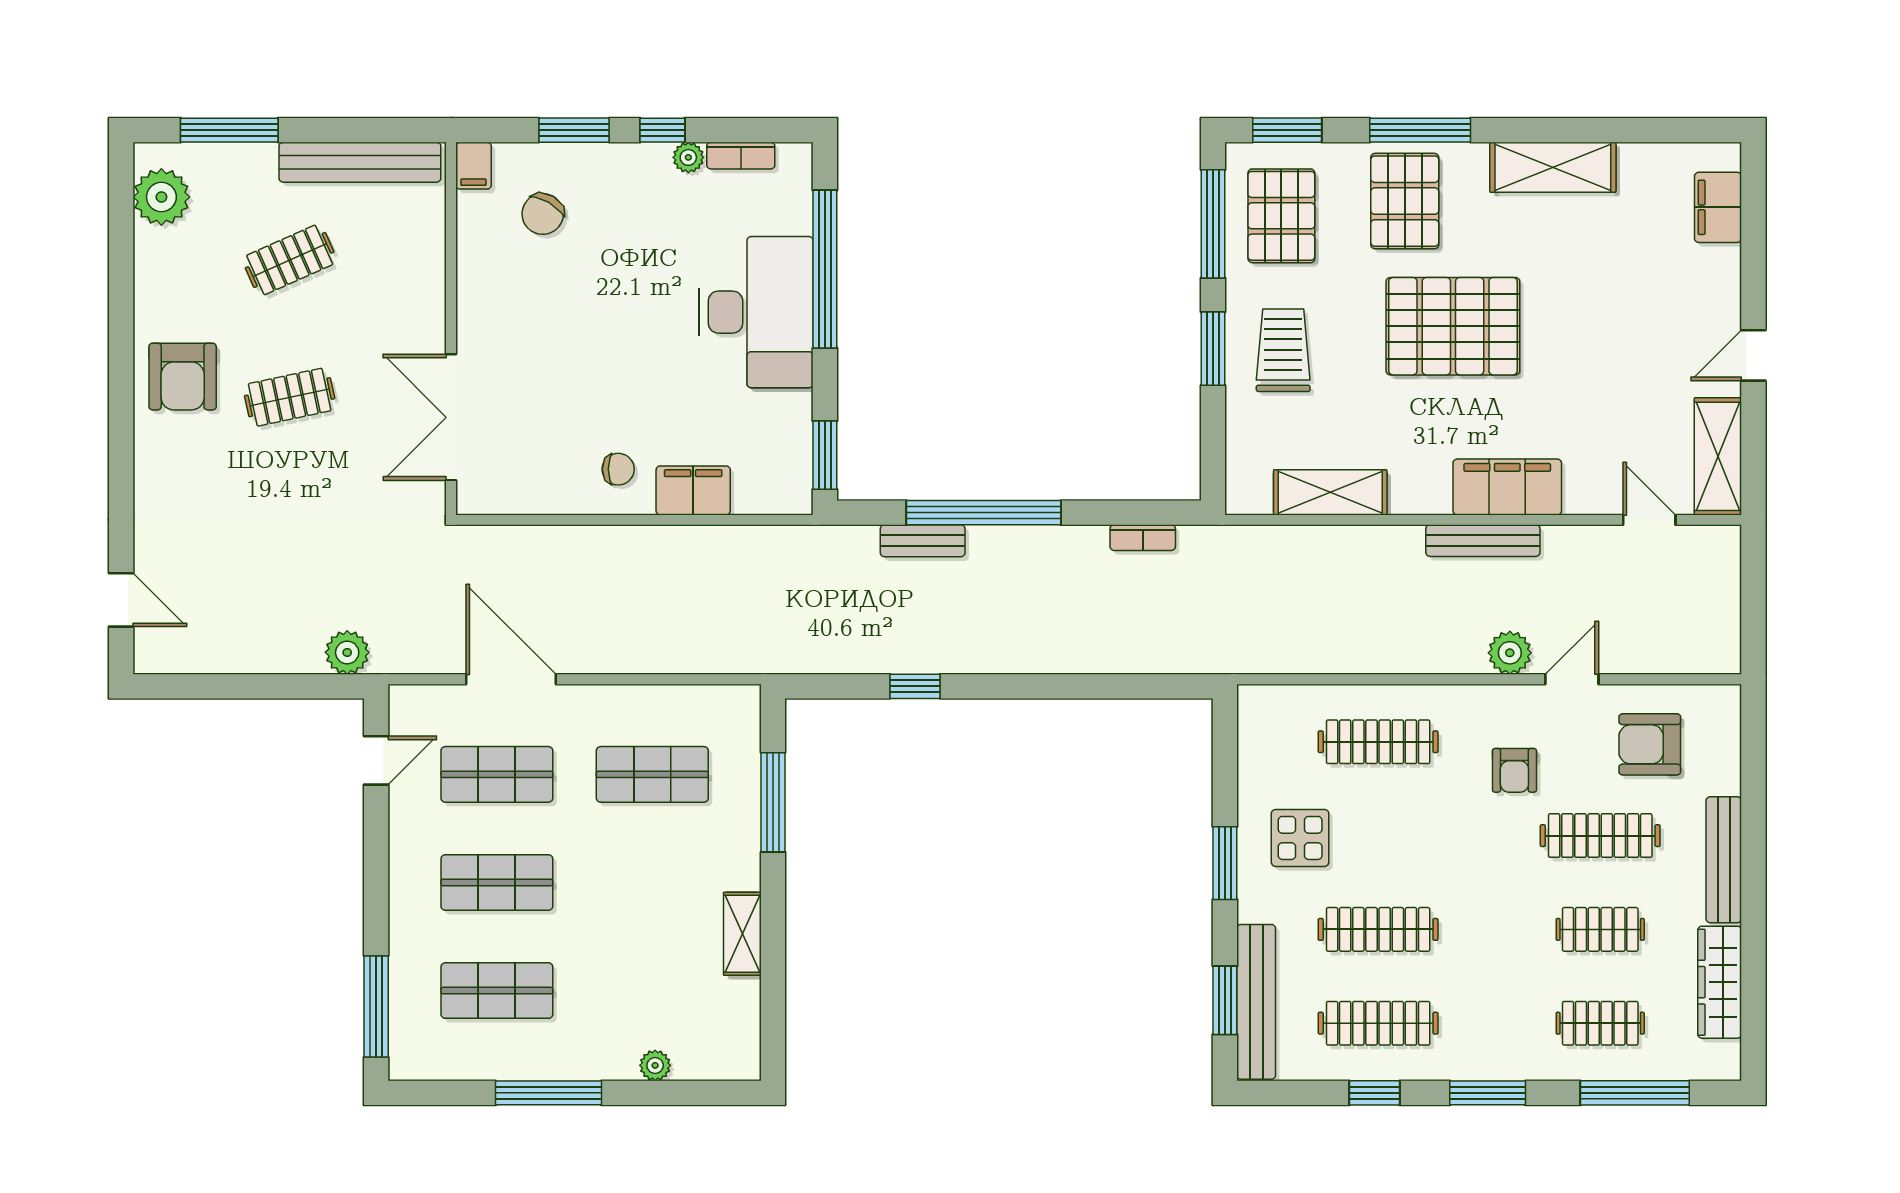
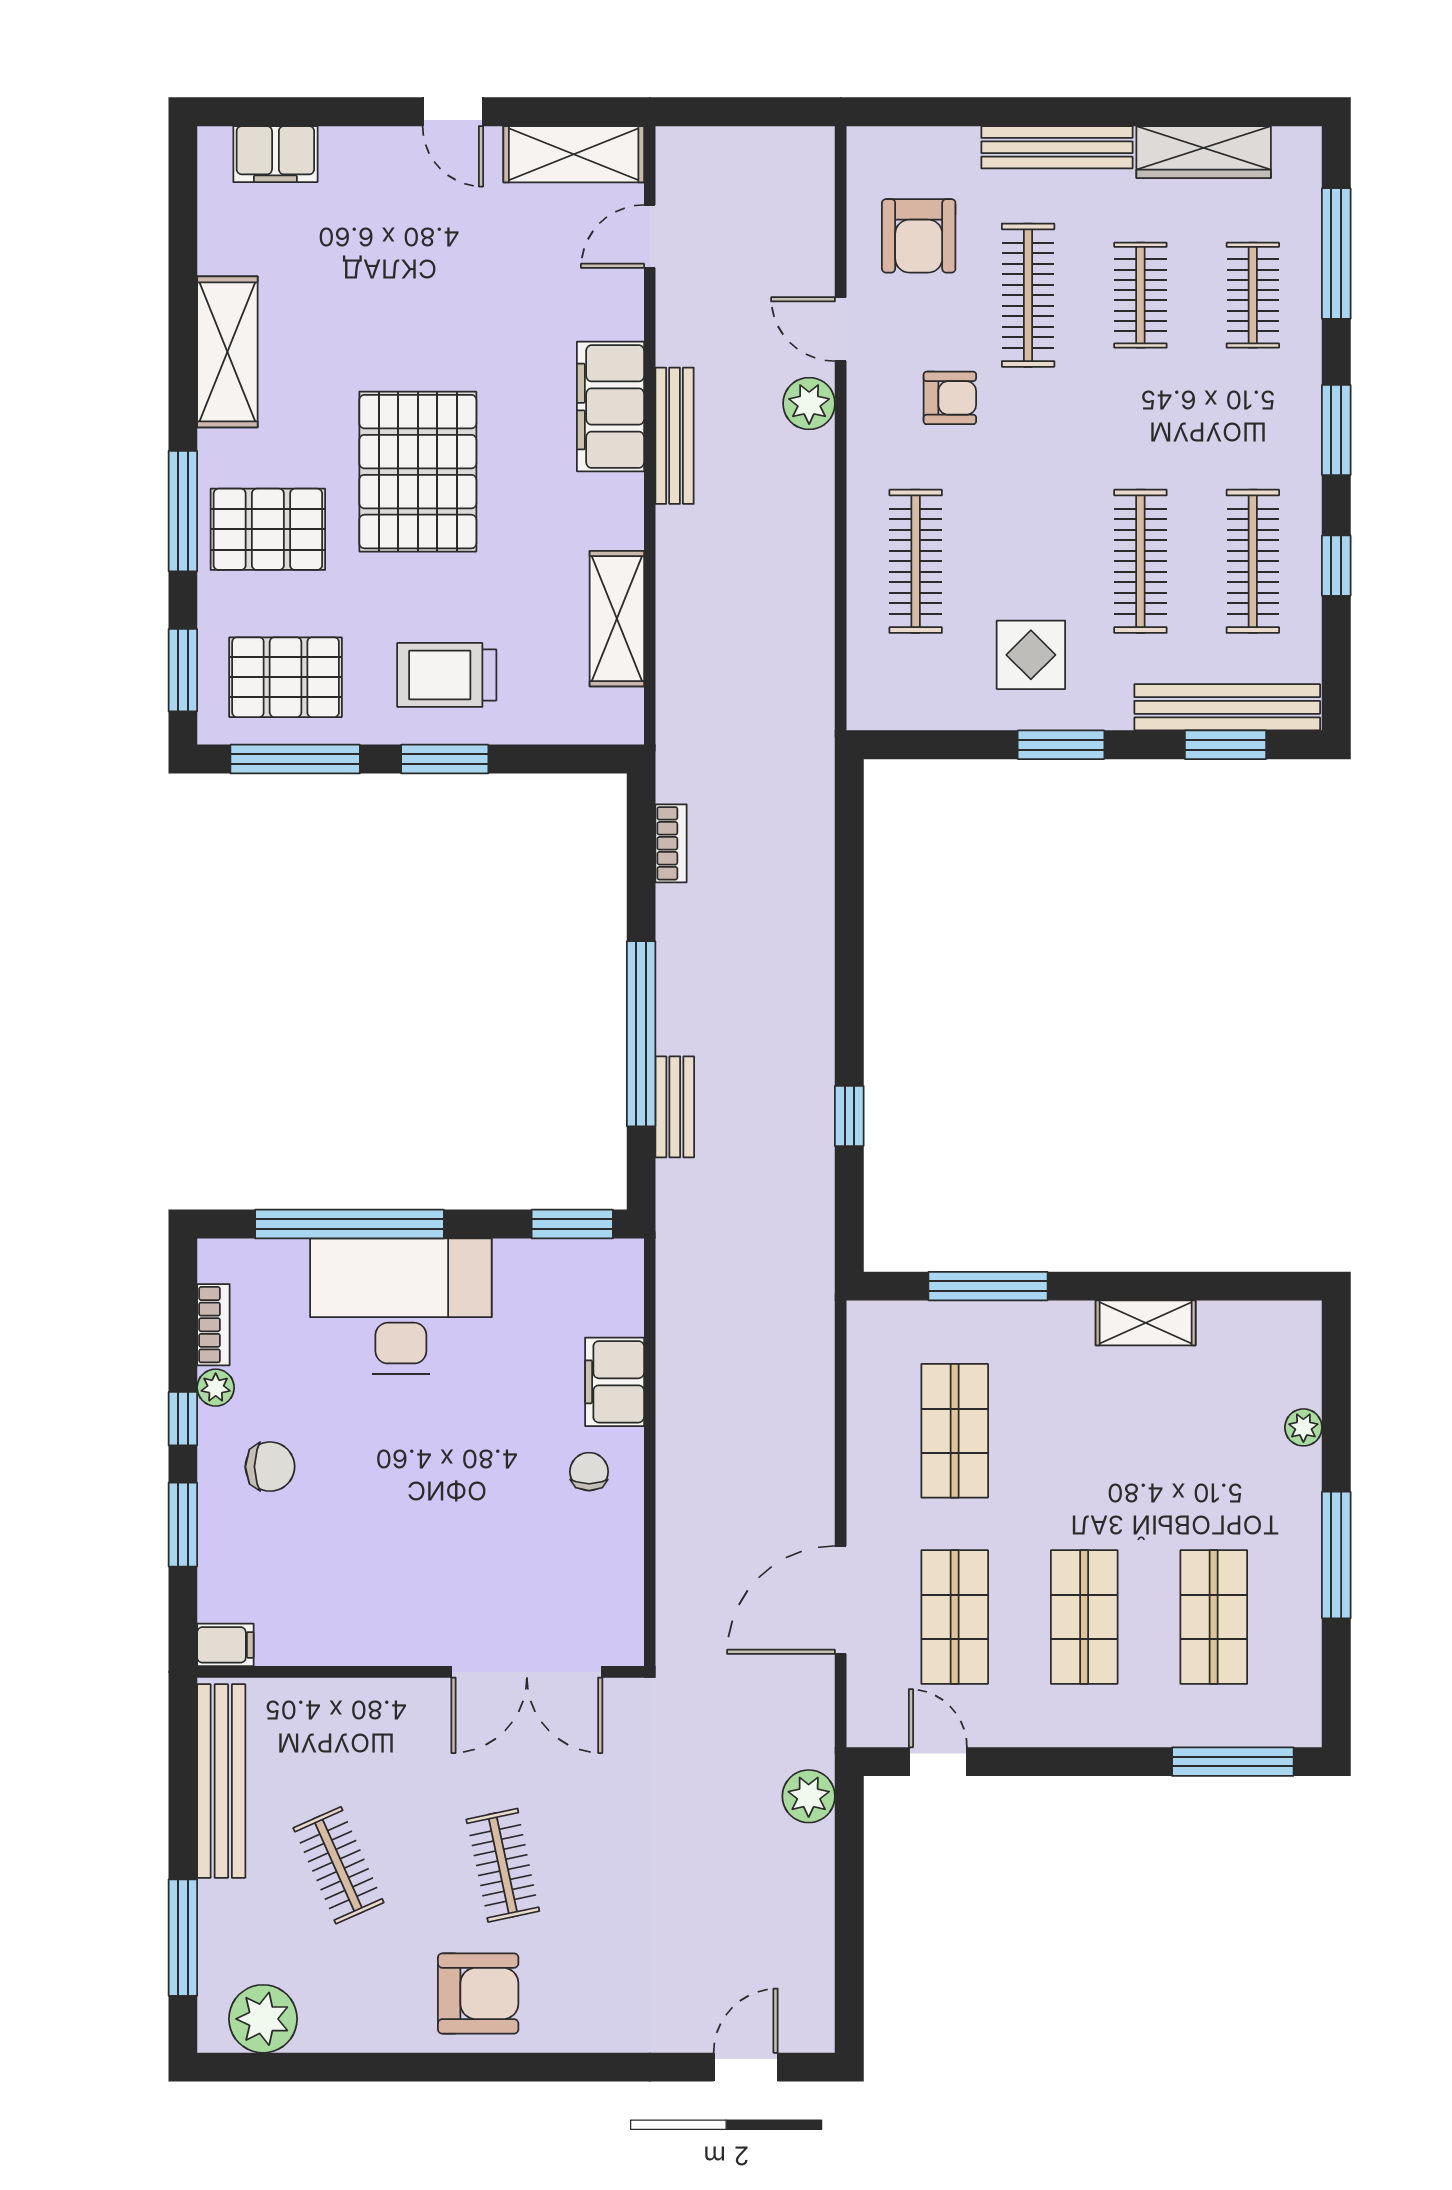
chair: (543, 214) -> (270, 1467), moved, turned -30

